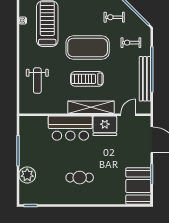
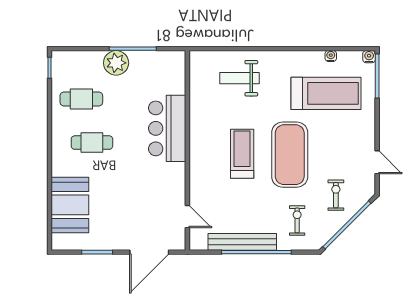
shelving: (91, 107) -> (199, 160), removed
fridge: (105, 126) -> (171, 181), removed
plant: (27, 175) -> (116, 63), moved
cafe table: (80, 178) -> (92, 143), turned 90
cafe table: (51, 184) -> (81, 99), added
booth: (138, 186) -> (70, 205), moved, turned 90

